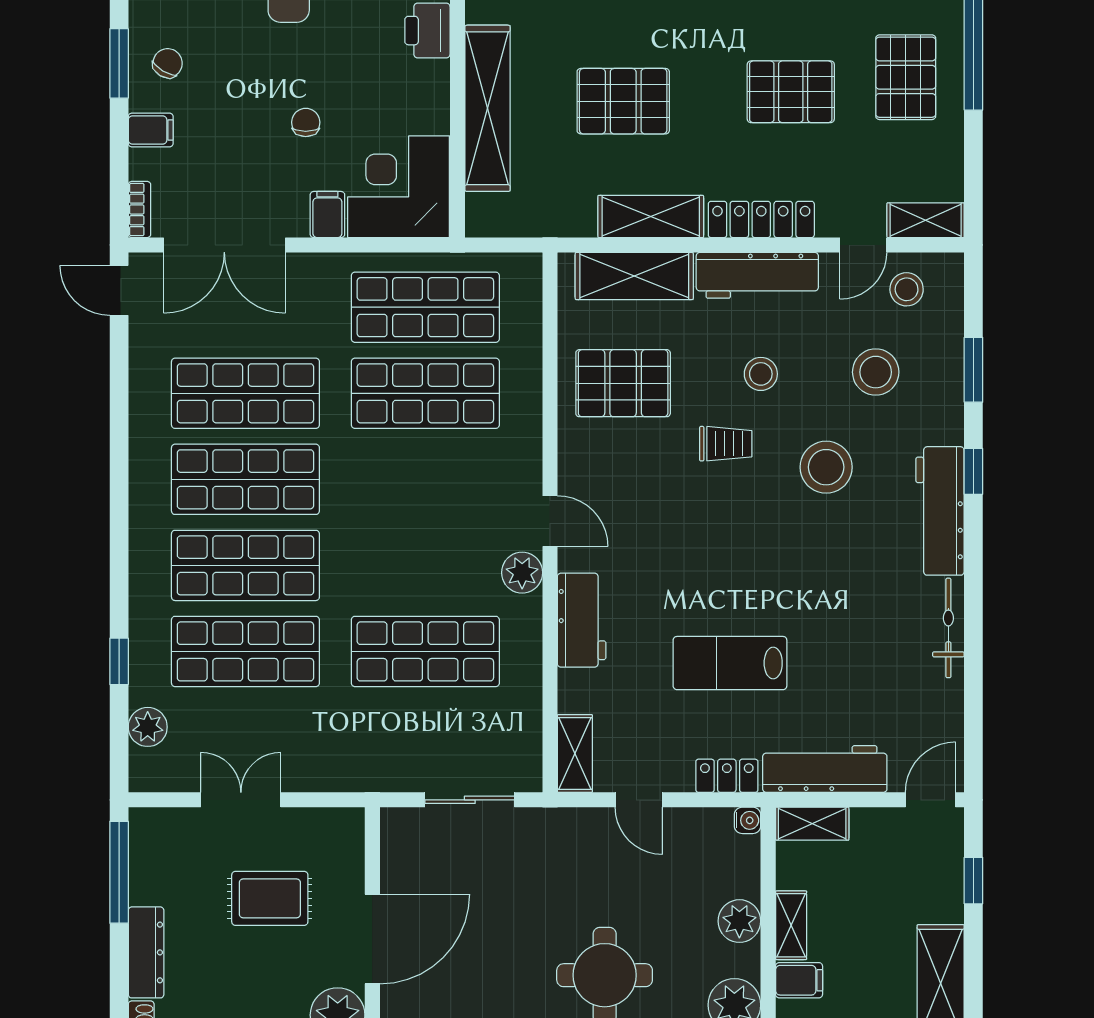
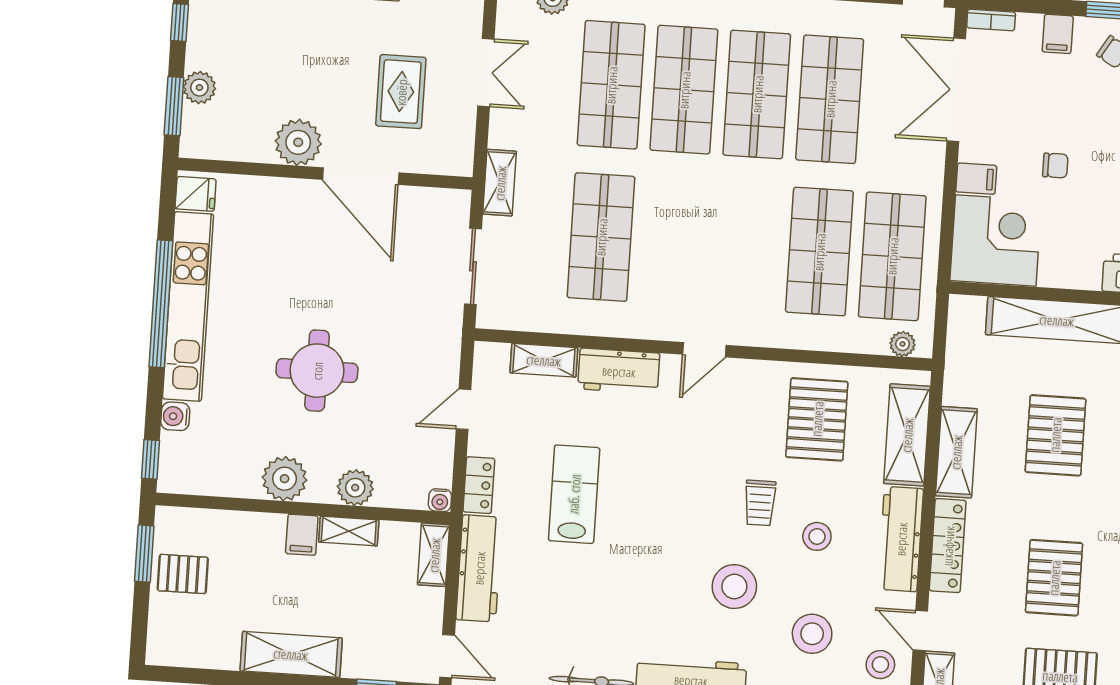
plant: (522, 573) -> (903, 344), moved, width x0.73, depth x0.73
shelving: (575, 753) -> (544, 360), moved
shelving: (369, 775) -> (500, 183), added

